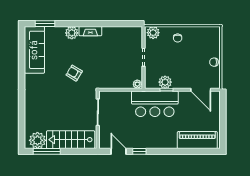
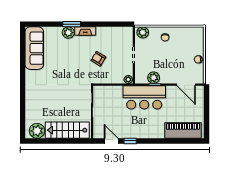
window: (45, 24) -> (72, 24), moved
armchair: (74, 73) -> (98, 59), moved
window: (47, 151) -> (45, 141), removed

